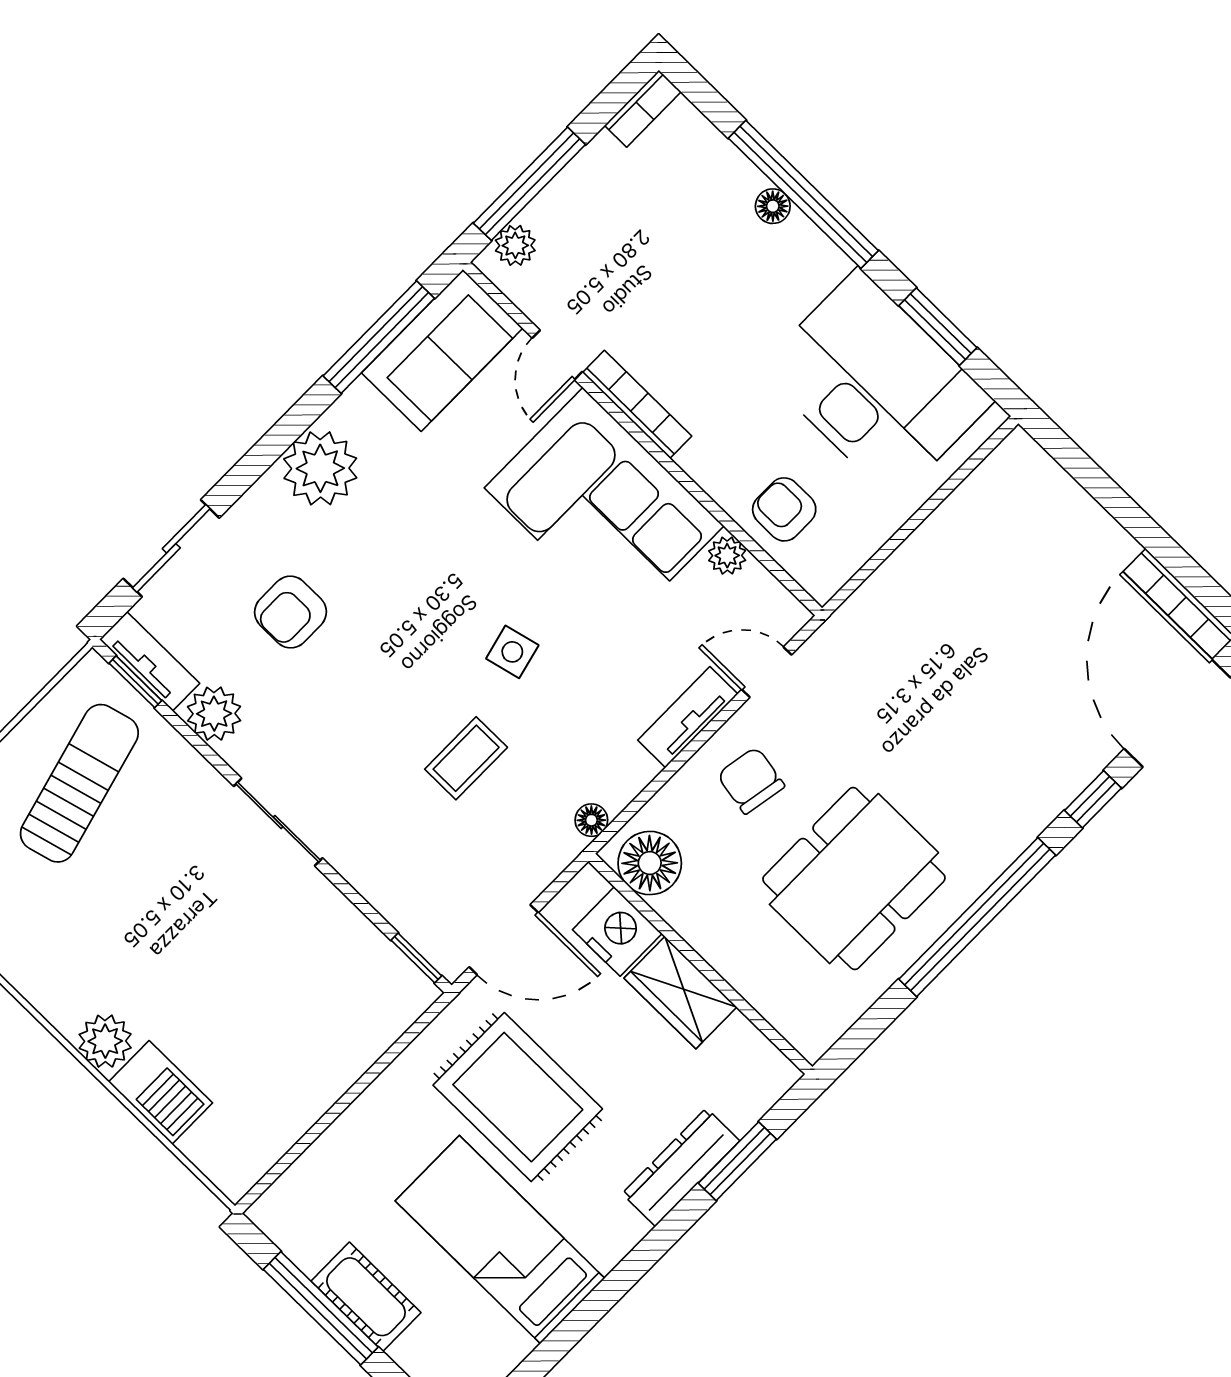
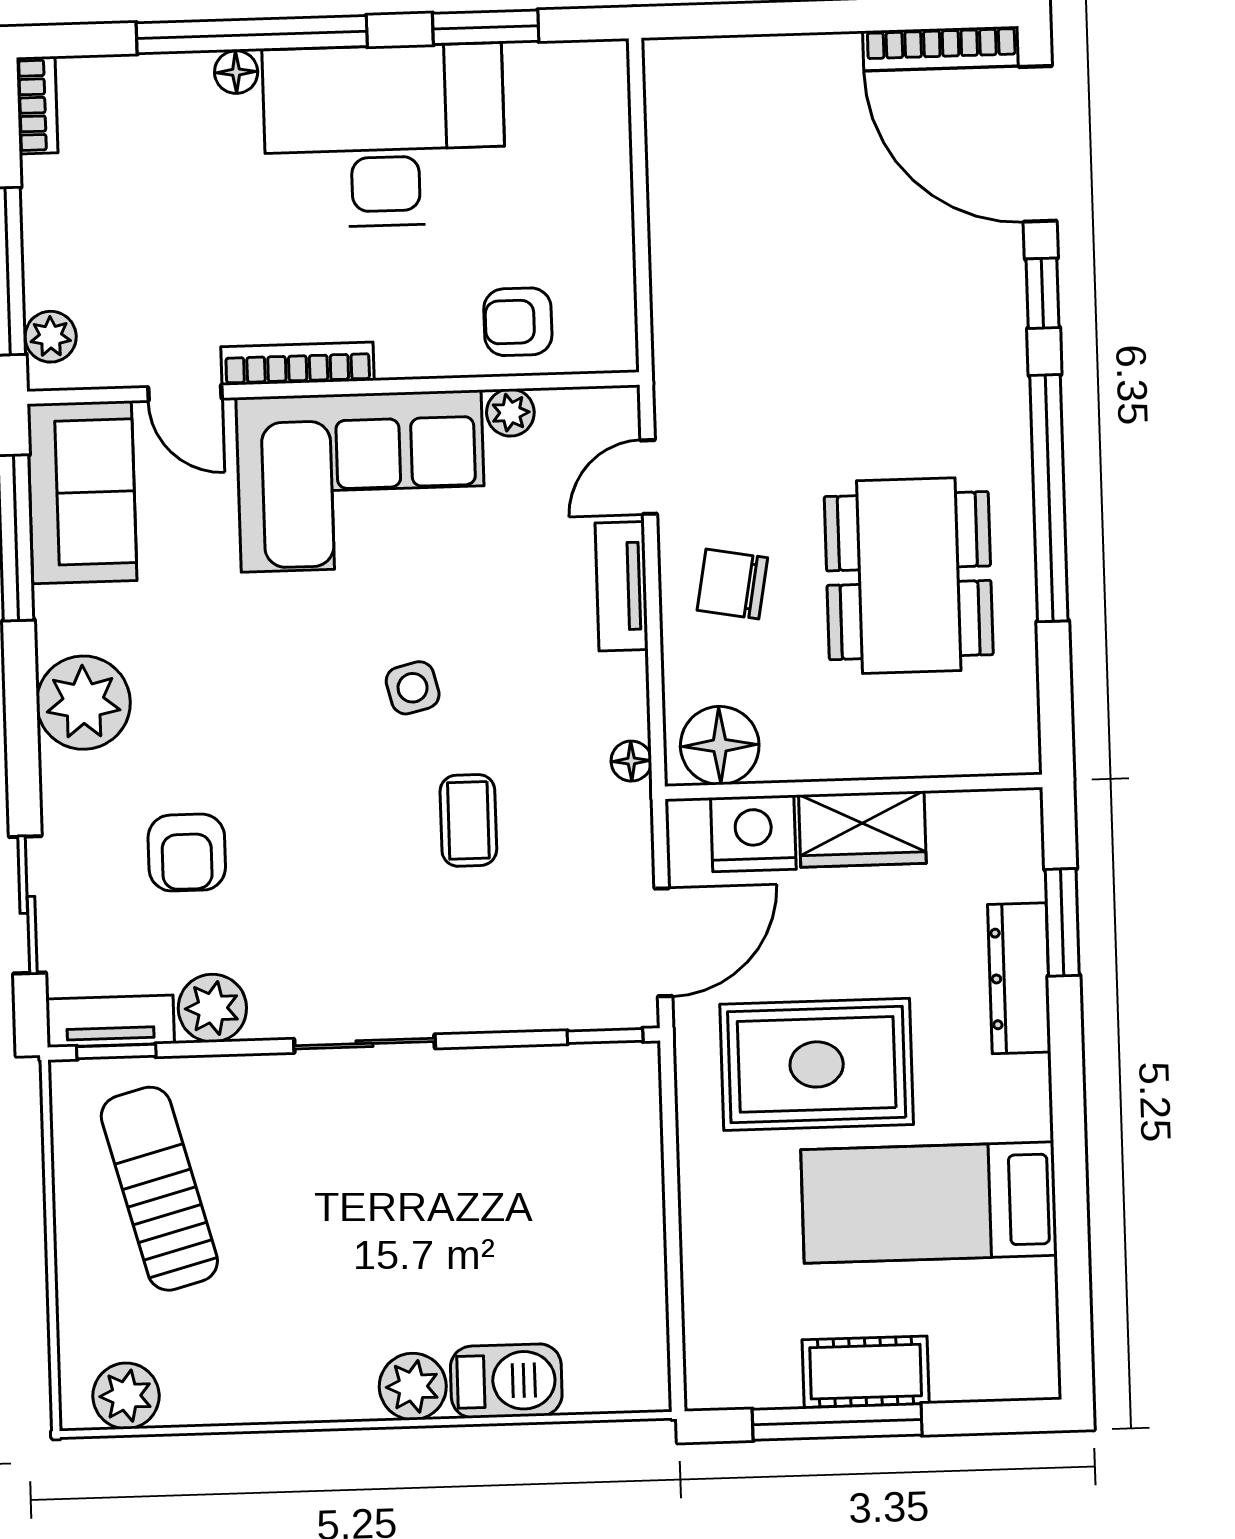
desk: (876, 385) -> (384, 136), moved

